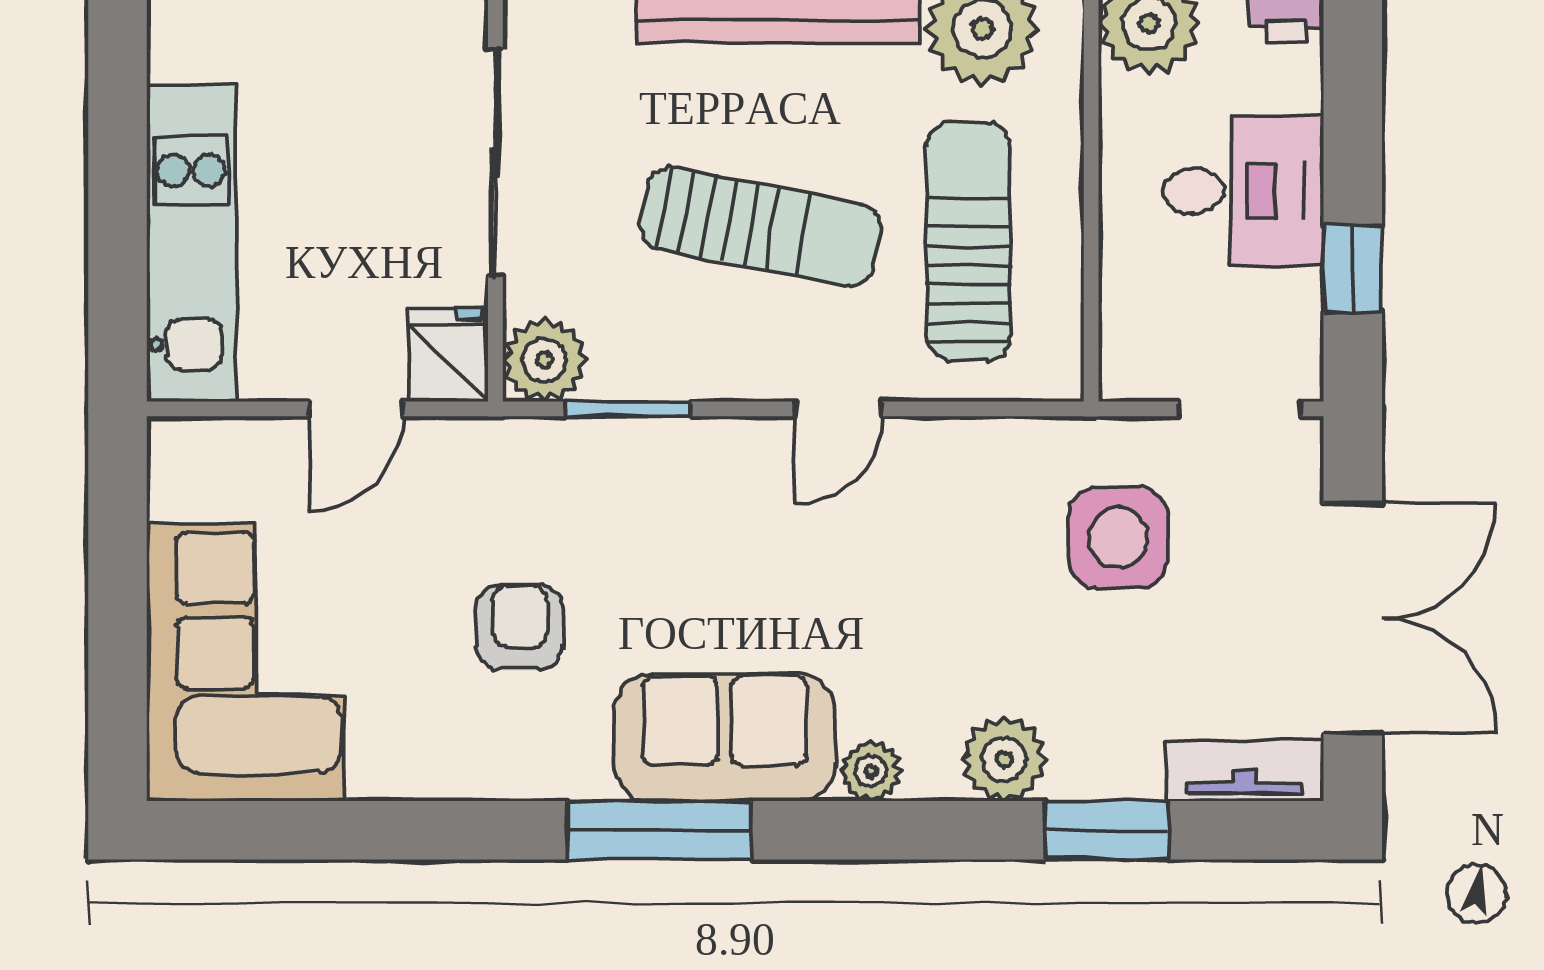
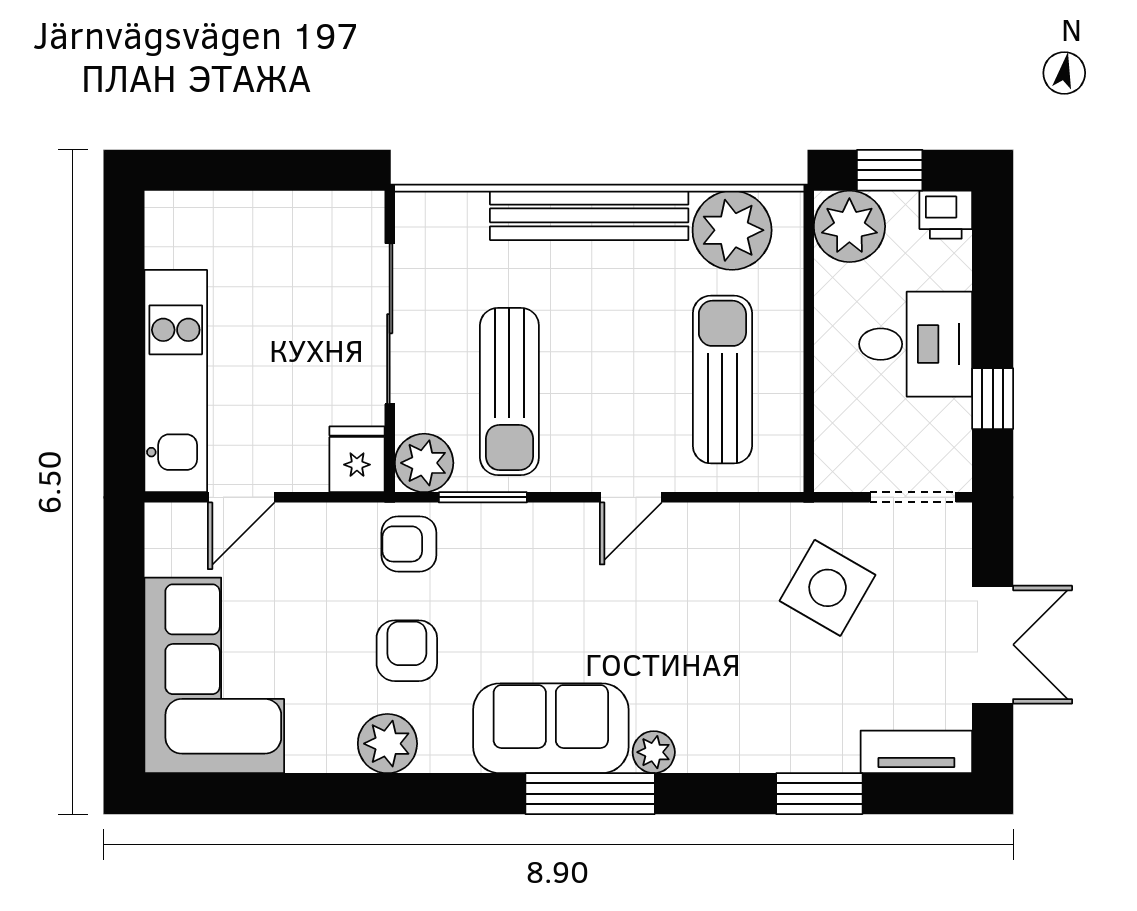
sun lounger: (760, 227) -> (509, 391), moved, turned 79
door: (356, 409) -> (241, 497), moved
armchair: (523, 475) -> (409, 544), added
side table: (1118, 538) -> (828, 588), turned 30
double door: (1353, 618) -> (993, 645), width x0.73
plant: (1004, 759) -> (387, 744), moved
window: (659, 830) -> (590, 794), moved

